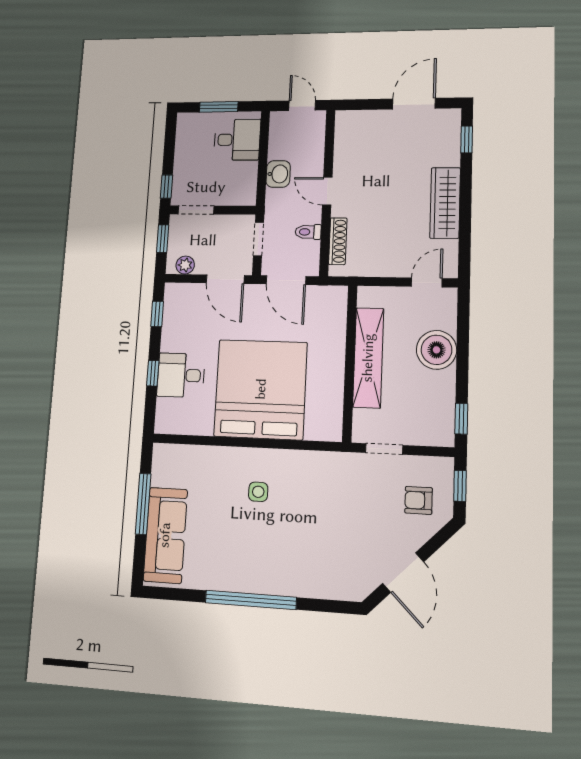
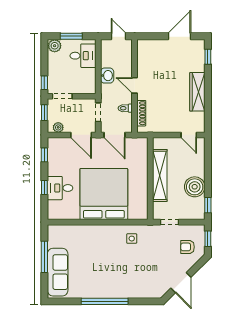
plant: (189, 123) -> (55, 46), added
door: (427, 282) -> (189, 135), swing flipped
boiler: (437, 350) -> (195, 187), moved
side table: (258, 492) -> (132, 239), moved

